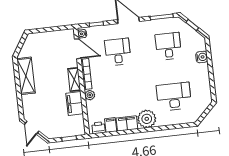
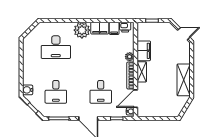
door: (78, 49) -> (135, 99), hinge flipped
water cooler: (202, 57) -> (28, 90), moved
door: (32, 128) -> (184, 34), hinge flipped

